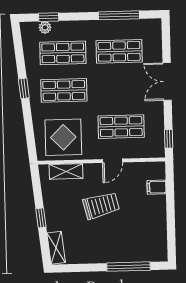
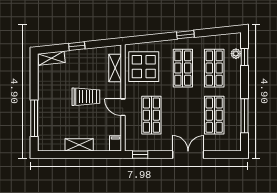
filing cabinet: (156, 187) -> (115, 143), moved
trolley: (101, 205) -> (86, 97), turned -76
shelving: (159, 212) -> (79, 145), added

